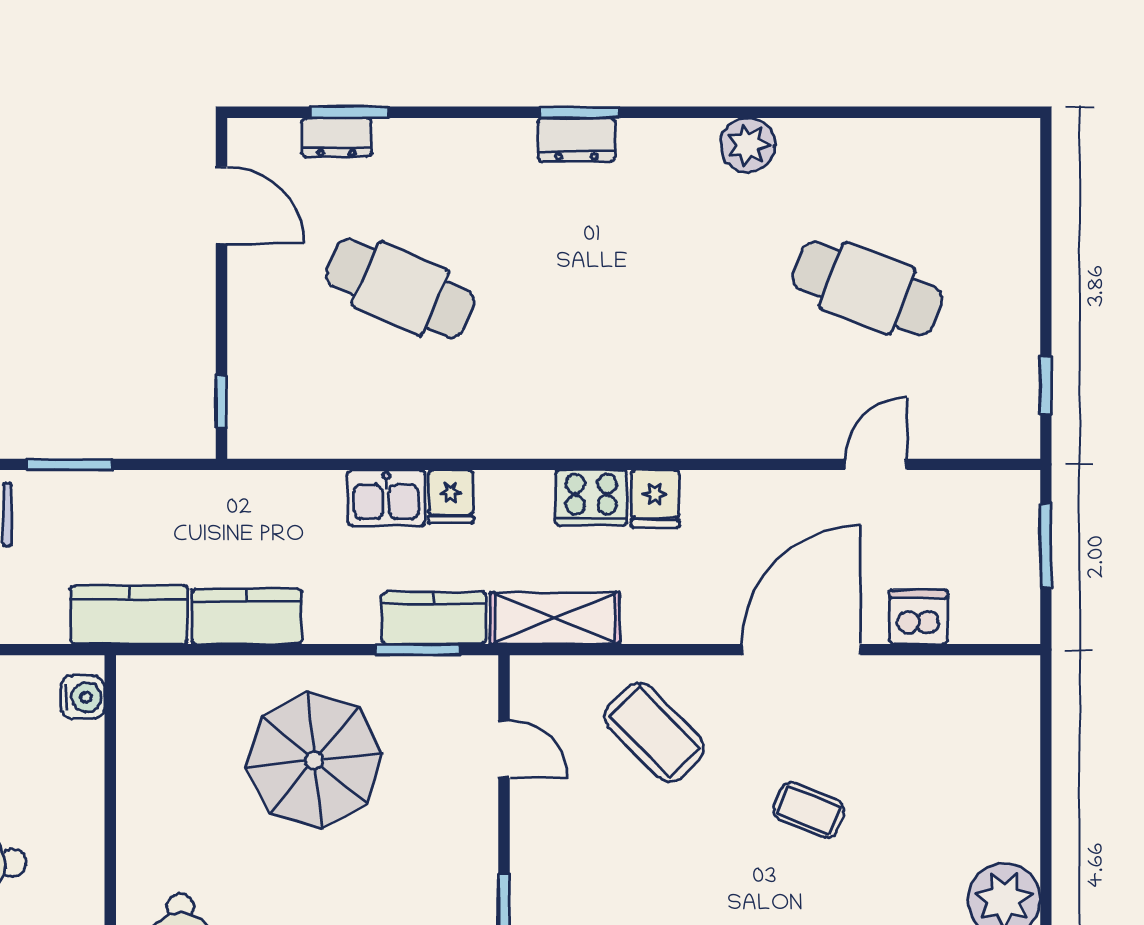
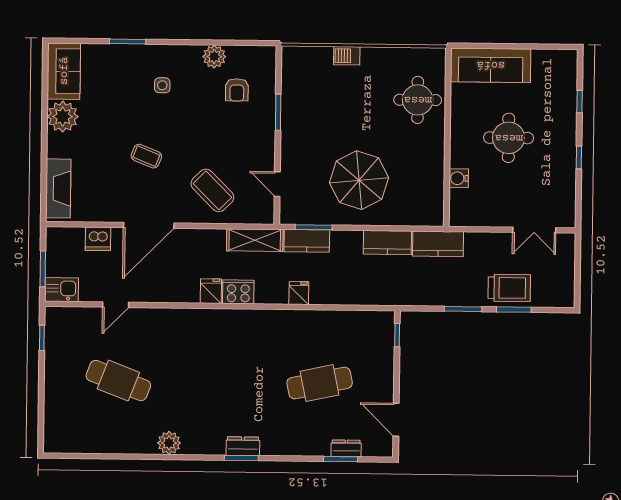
cafe table: (400, 288) -> (320, 383), turned -36
kitchen sink: (386, 498) -> (62, 290), moved
water cooler: (83, 697) -> (459, 178), moved
fireplace: (1012, 733) -> (58, 188), added

